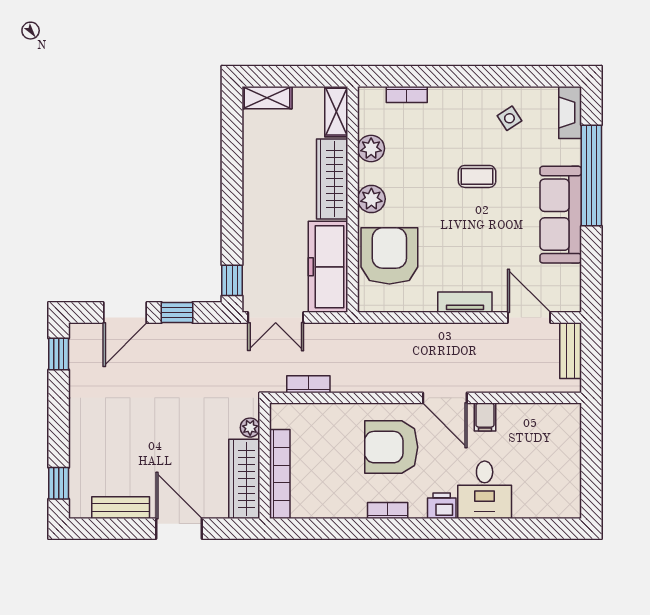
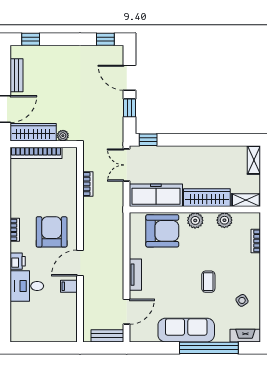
plant: (250, 428) -> (63, 136), moved
wall: (265, 461) -> (44, 144), moved
bookcase: (280, 474) -> (36, 153), moved
wardrobe: (244, 479) -> (33, 132), moved

